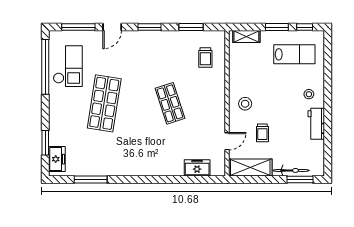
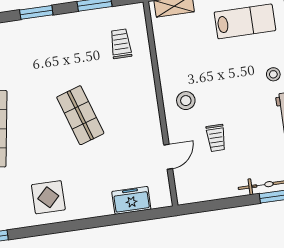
trolley: (205, 57) -> (121, 44), turned 180
display table: (139, 157) -> (48, 197), added
shelving: (250, 168) -> (206, 189), removed

